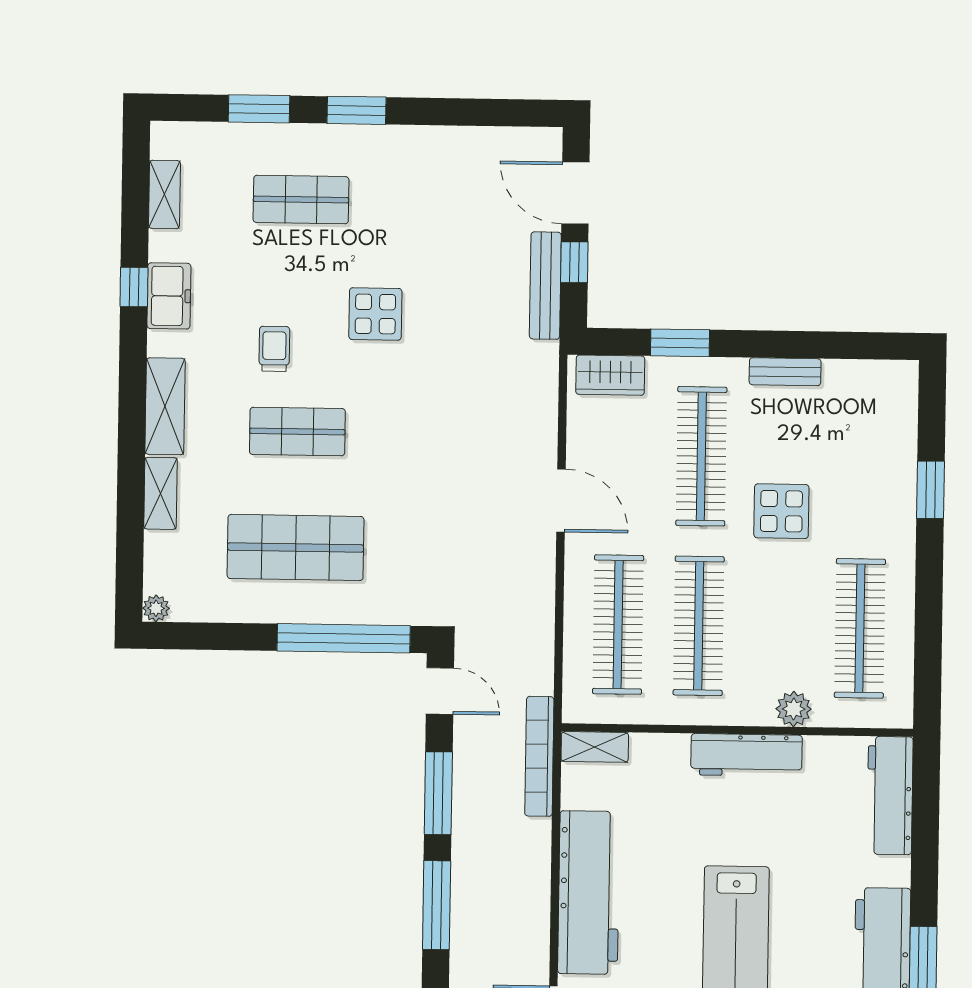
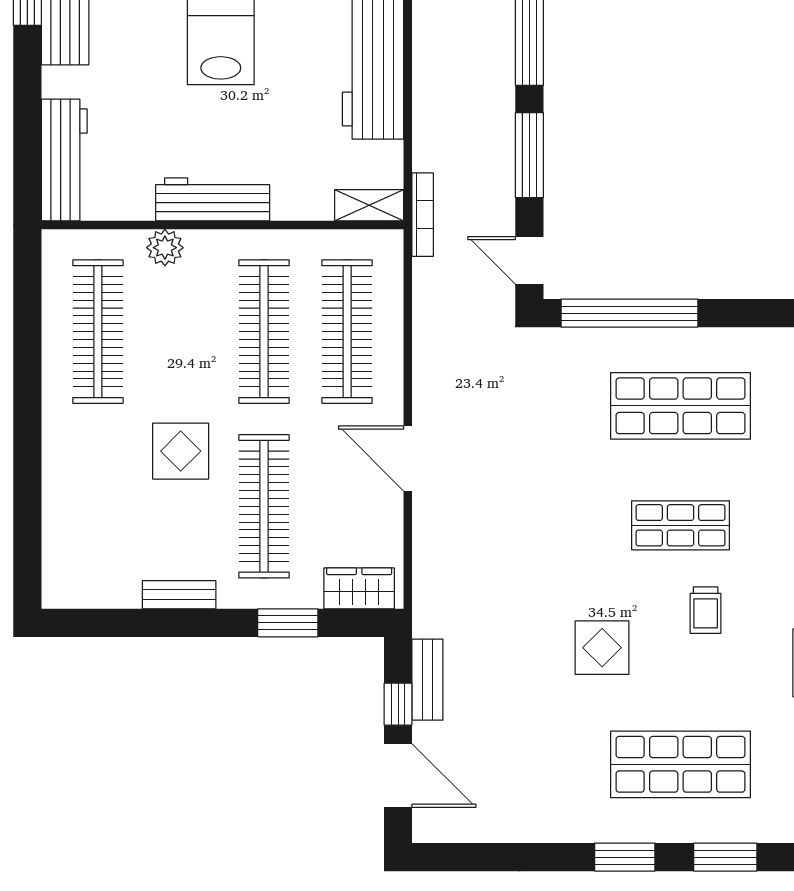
shop shelf: (301, 200) -> (680, 764), width x1.43, depth x1.36
bench: (545, 286) -> (427, 680), width x0.73
window: (931, 490) -> (27, 476), removed
bookcase: (539, 756) -> (423, 215), width x0.68, depth x0.76

